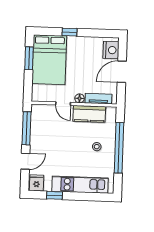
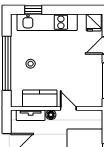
window: (54, 195) -> (33, 10), moved

